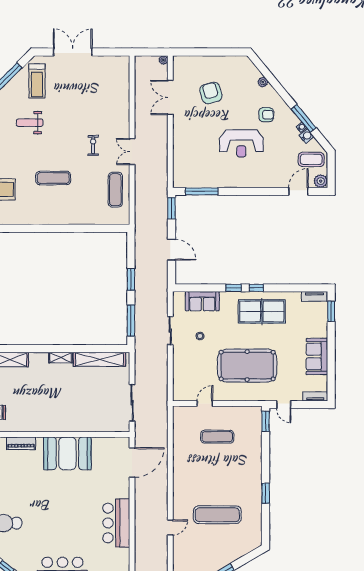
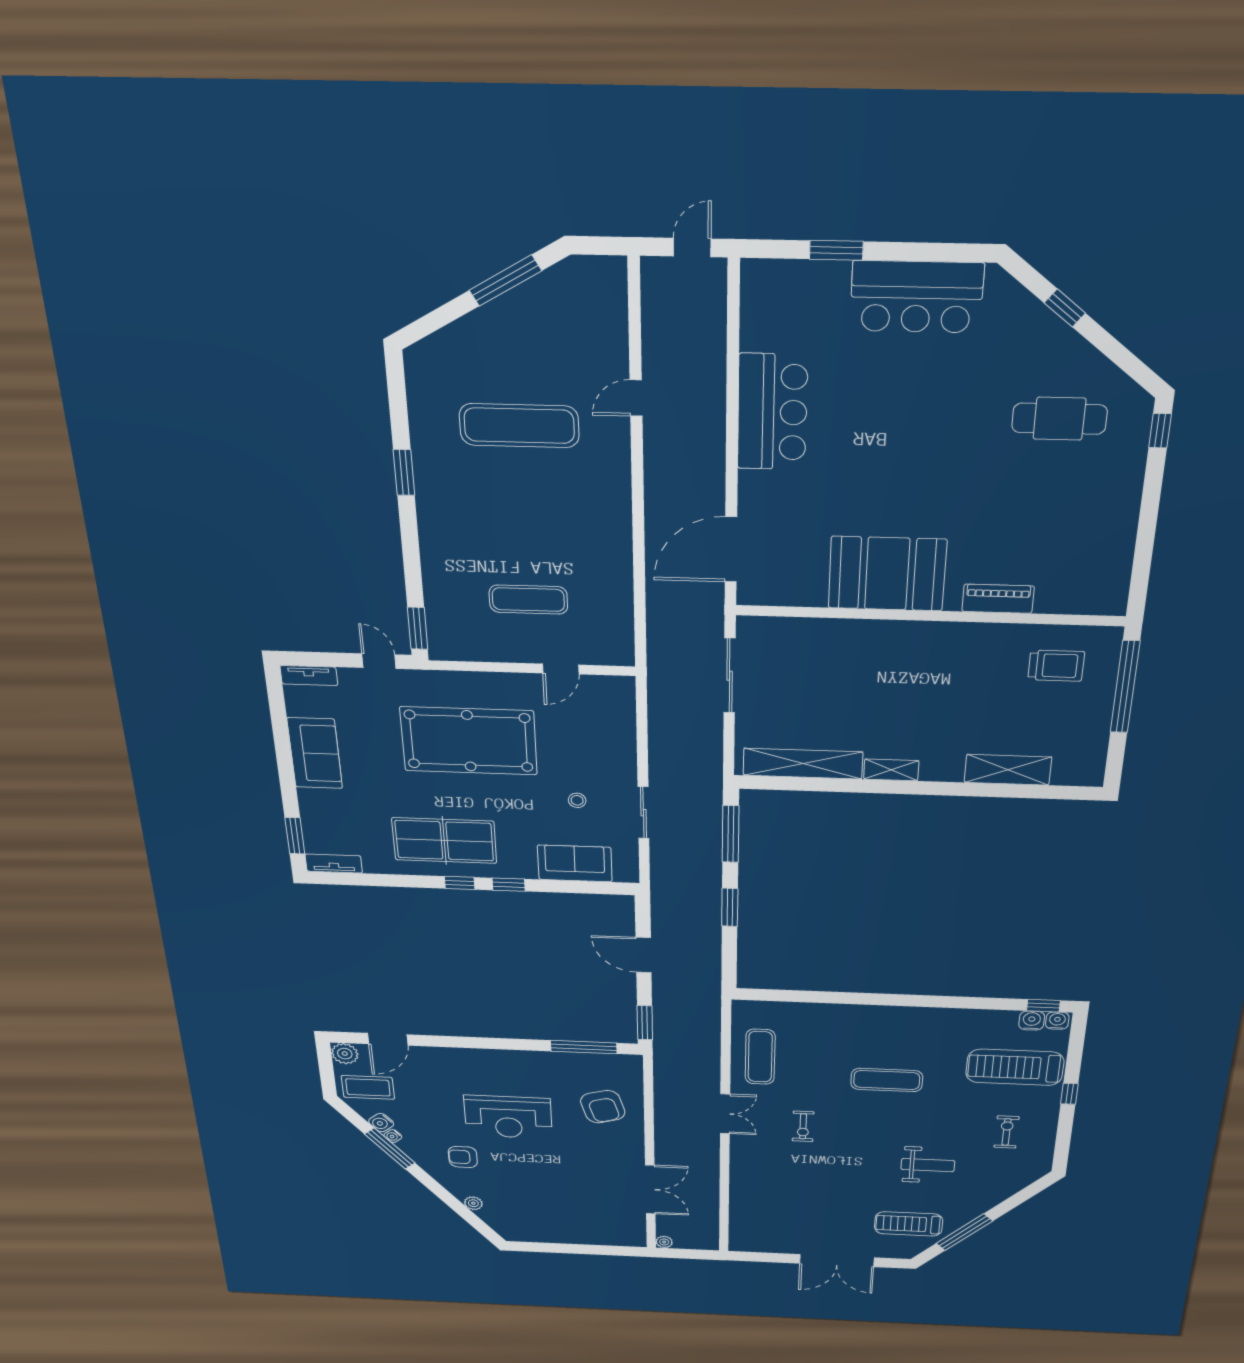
treadmill: (37, 81) -> (909, 1224), turned -90
armchair: (211, 93) -> (603, 1107), moved
reception desk: (241, 143) -> (508, 1117), turned 180

